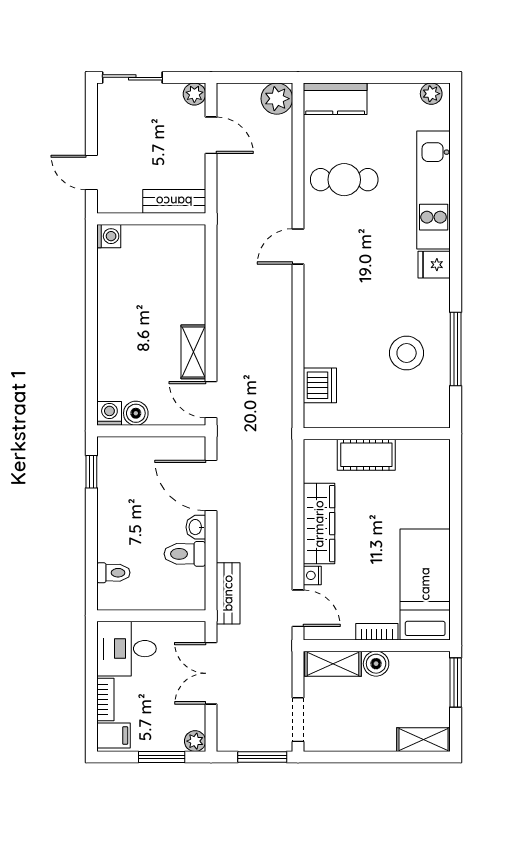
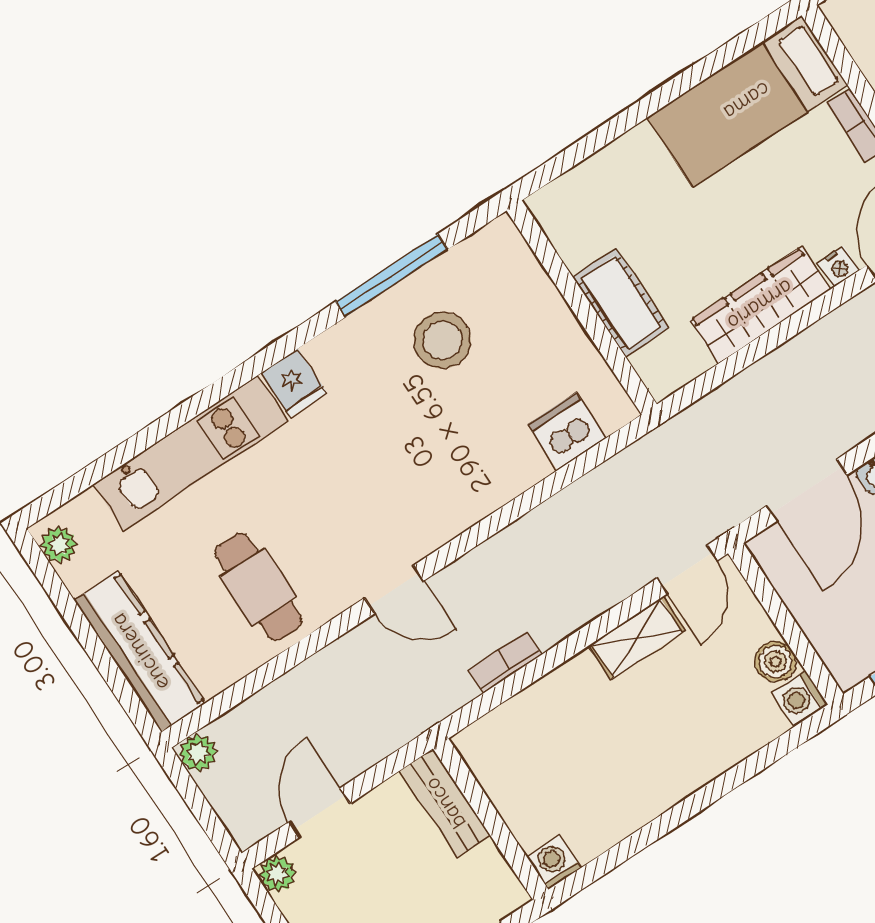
plant: (277, 99) -> (198, 753), width x0.73, depth x0.73
kitchen counter: (335, 99) -> (140, 652), width x1.50
bookcase: (225, 278) -> (505, 662), added

